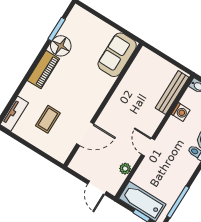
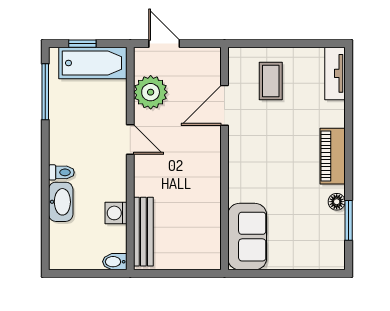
floor lamp: (61, 46) -> (337, 202), width x0.53, depth x0.53
coffee table: (48, 119) -> (271, 81), moved
plant: (125, 169) -> (151, 92), width x1.88, depth x1.88

